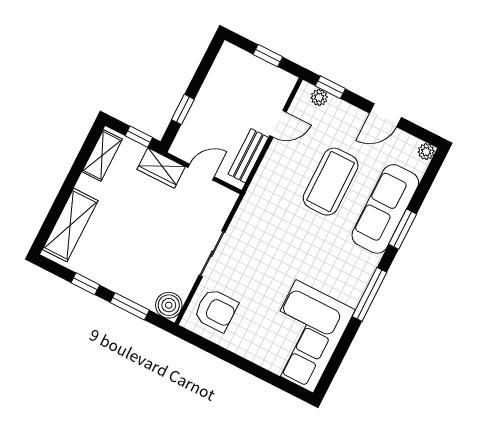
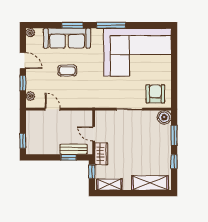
window: (268, 56) -> (23, 141), moved
window: (330, 87) -> (23, 83), moved
bench: (248, 156) -> (74, 149), moved
coffee table: (331, 182) -> (67, 71), width x0.54, depth x0.58
corner sofa: (305, 336) -> (137, 52), width x1.36, depth x1.36

